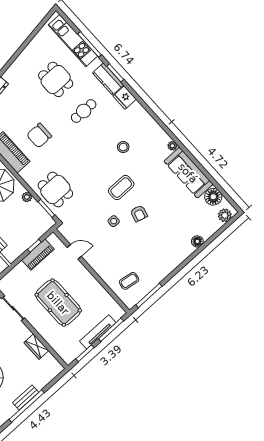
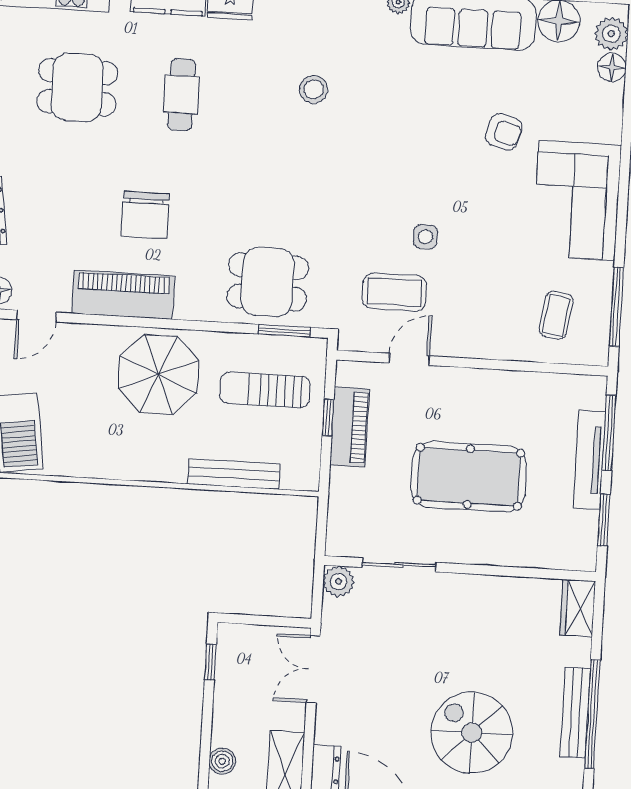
coffee table: (121, 188) -> (394, 292), moved, turned 90
plant: (27, 197) -> (231, 345), removed
armchair: (139, 213) -> (504, 132), moved
sun lounger: (24, 220) -> (265, 390), added
floor lamp: (197, 241) -> (612, 67), moved
corner sofa: (168, 254) -> (577, 200), added
wardrobe: (36, 347) -> (578, 608), moved, turned 90
bench: (26, 398) -> (575, 713), width x1.36

